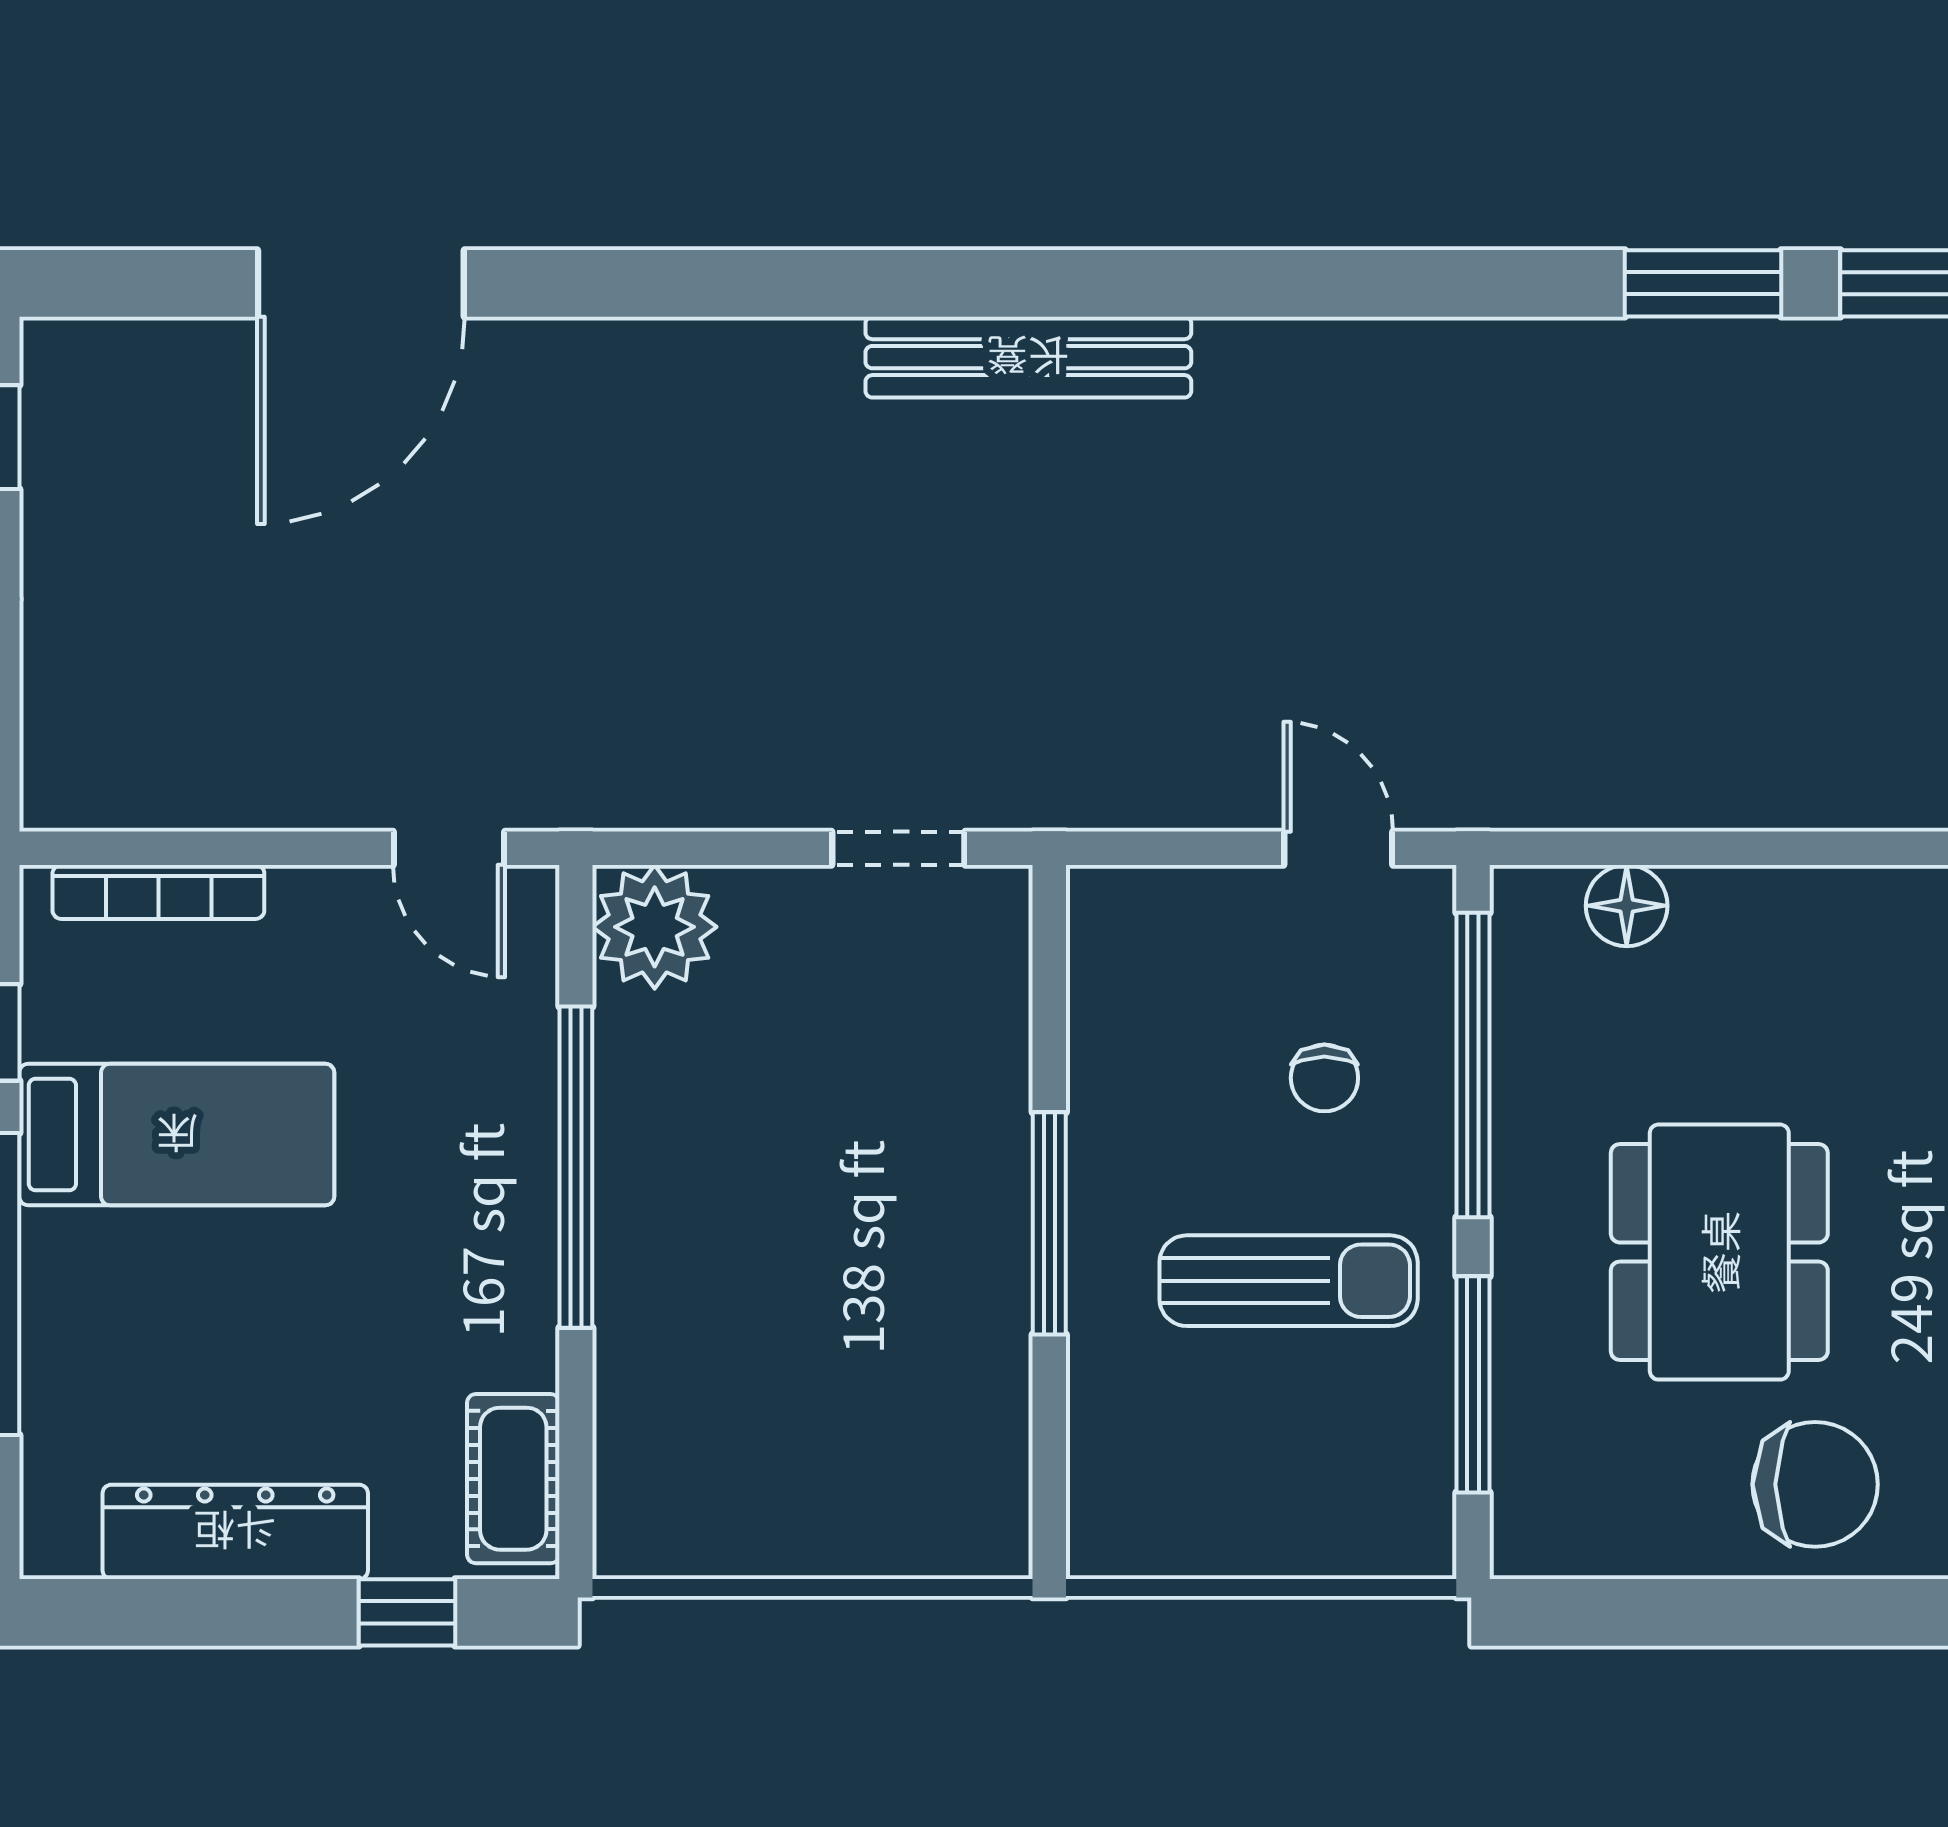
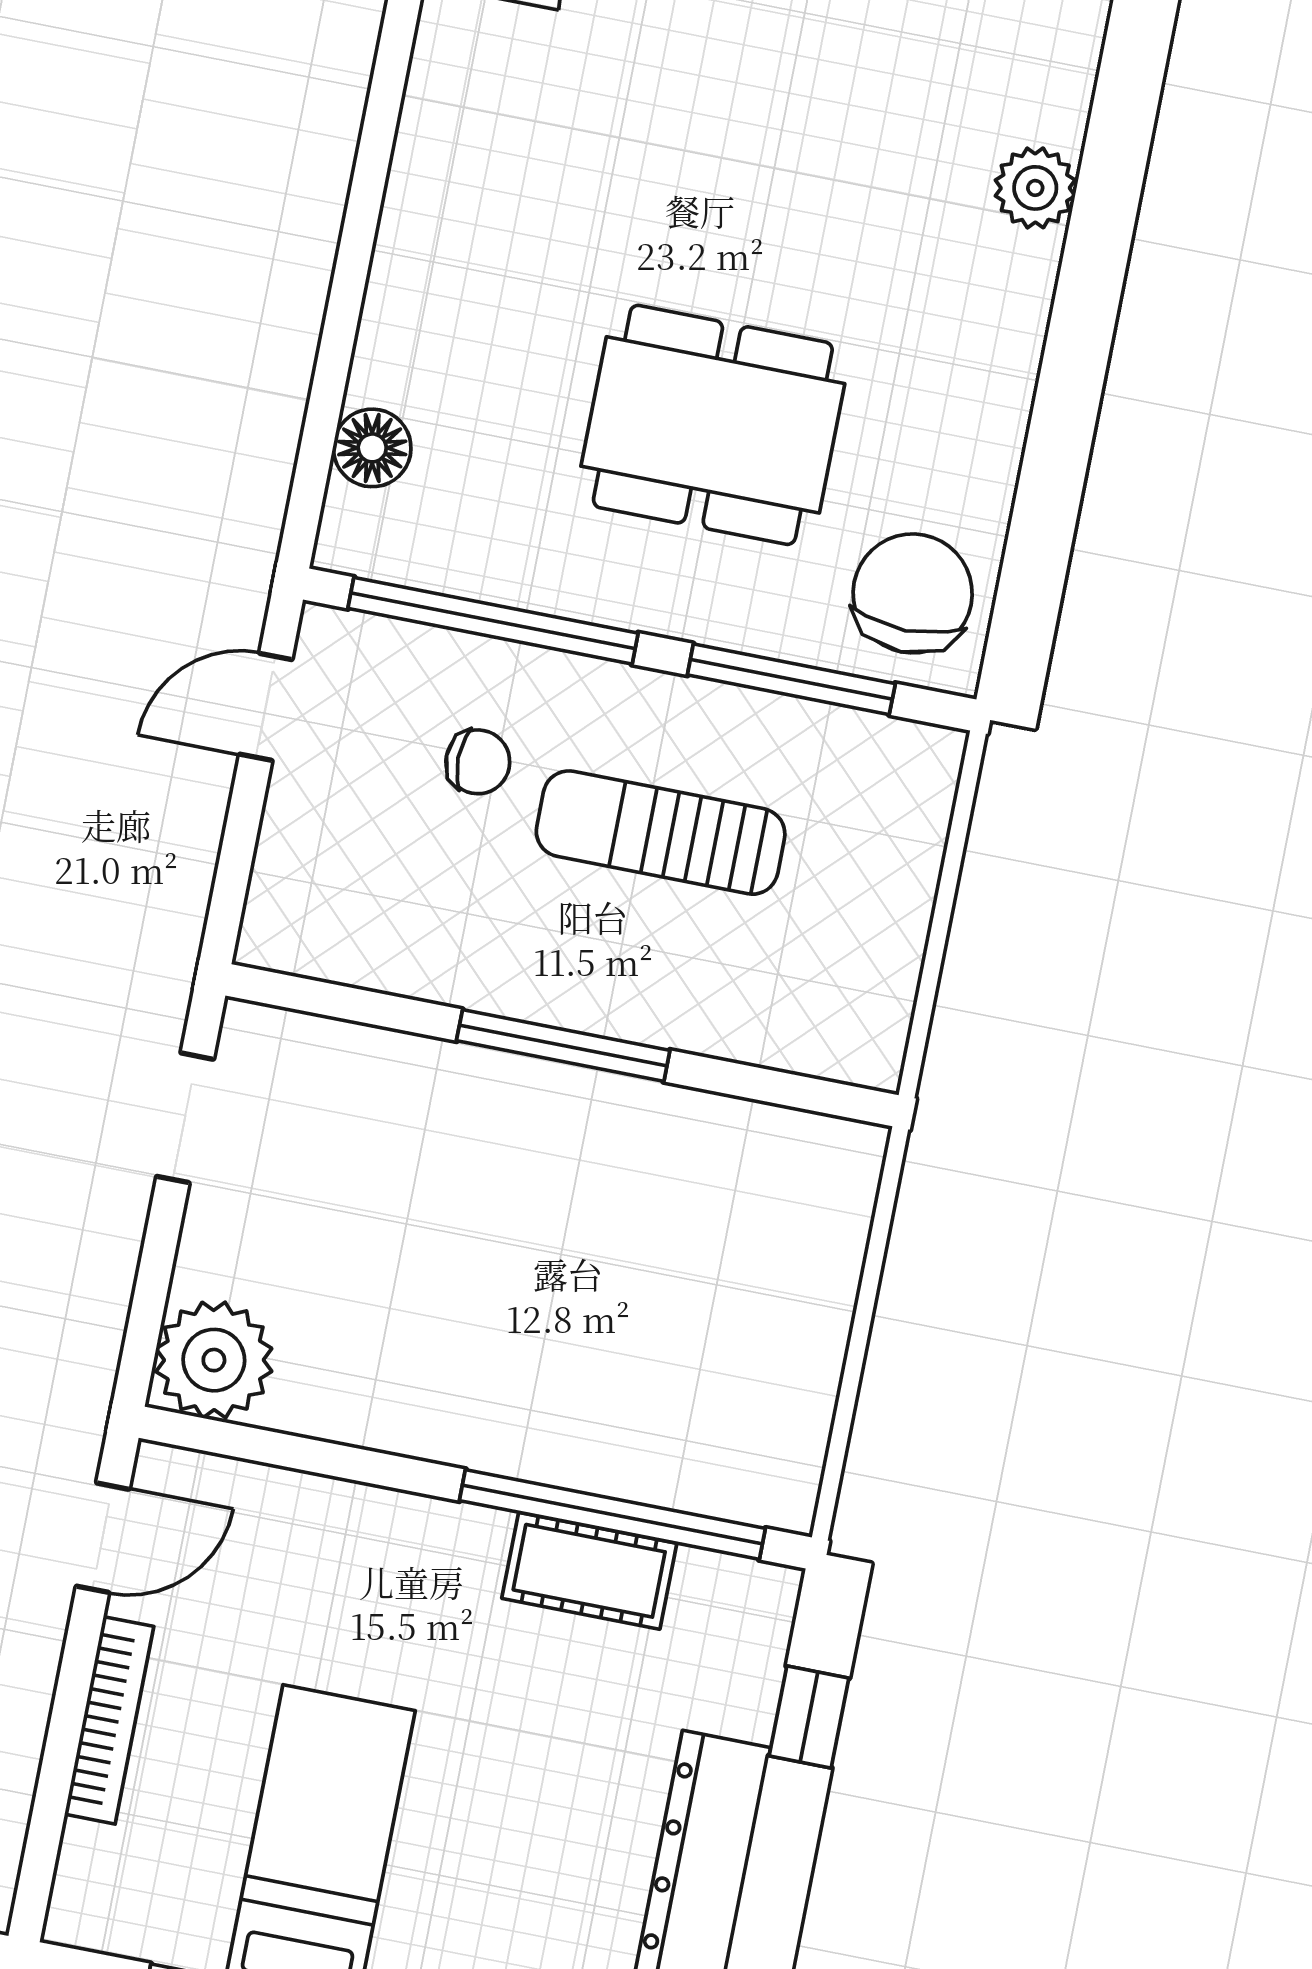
bookcase: (158, 892) -> (109, 1720), moved
window: (576, 1167) -> (612, 1515), moved
sun lounger: (1289, 1281) -> (661, 833), turned -90
cot: (513, 1479) -> (589, 1571), moved
chair: (1815, 1484) -> (913, 593), moved

